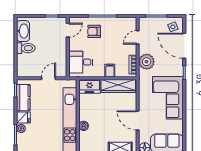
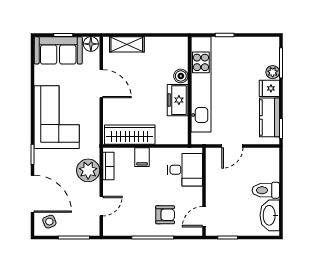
freezer: (89, 86) -> (178, 100), moved, turned -90

